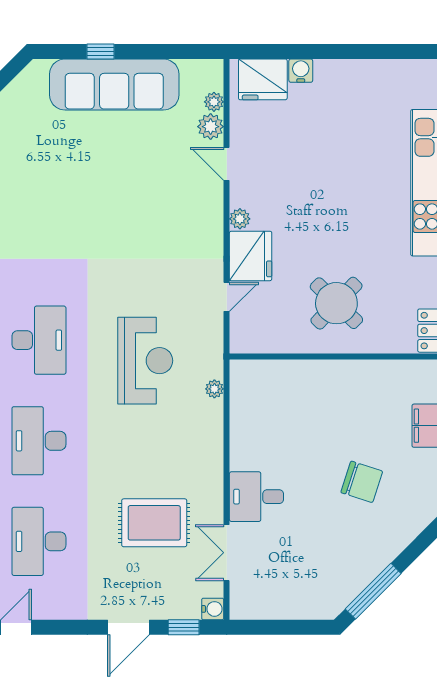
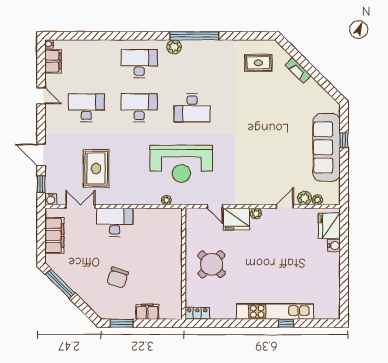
reception desk: (145, 361) -> (181, 164), width x1.36, depth x1.30
desk: (256, 497) -> (115, 222), width x1.37
filing cabinet: (282, 602) -> (54, 235), added

